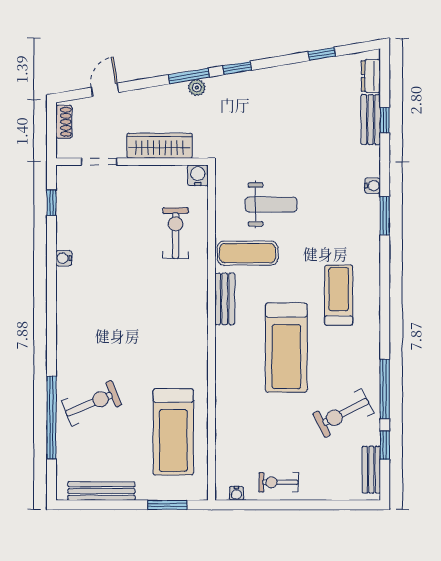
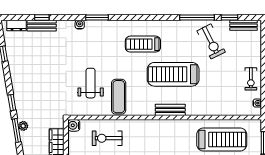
bench: (225, 299) -> (170, 110), moved
treadmill: (286, 348) -> (173, 74), turned 180

